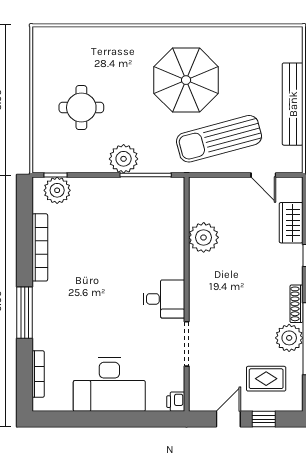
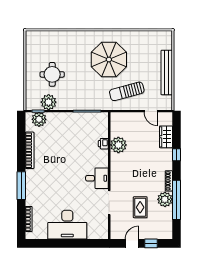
sun lounger: (219, 139) -> (127, 91), width x0.73, depth x0.75
plant: (124, 159) -> (49, 102), moved
rug: (266, 379) -> (140, 207), moved, turned 90
printer: (176, 402) -> (103, 144), moved

